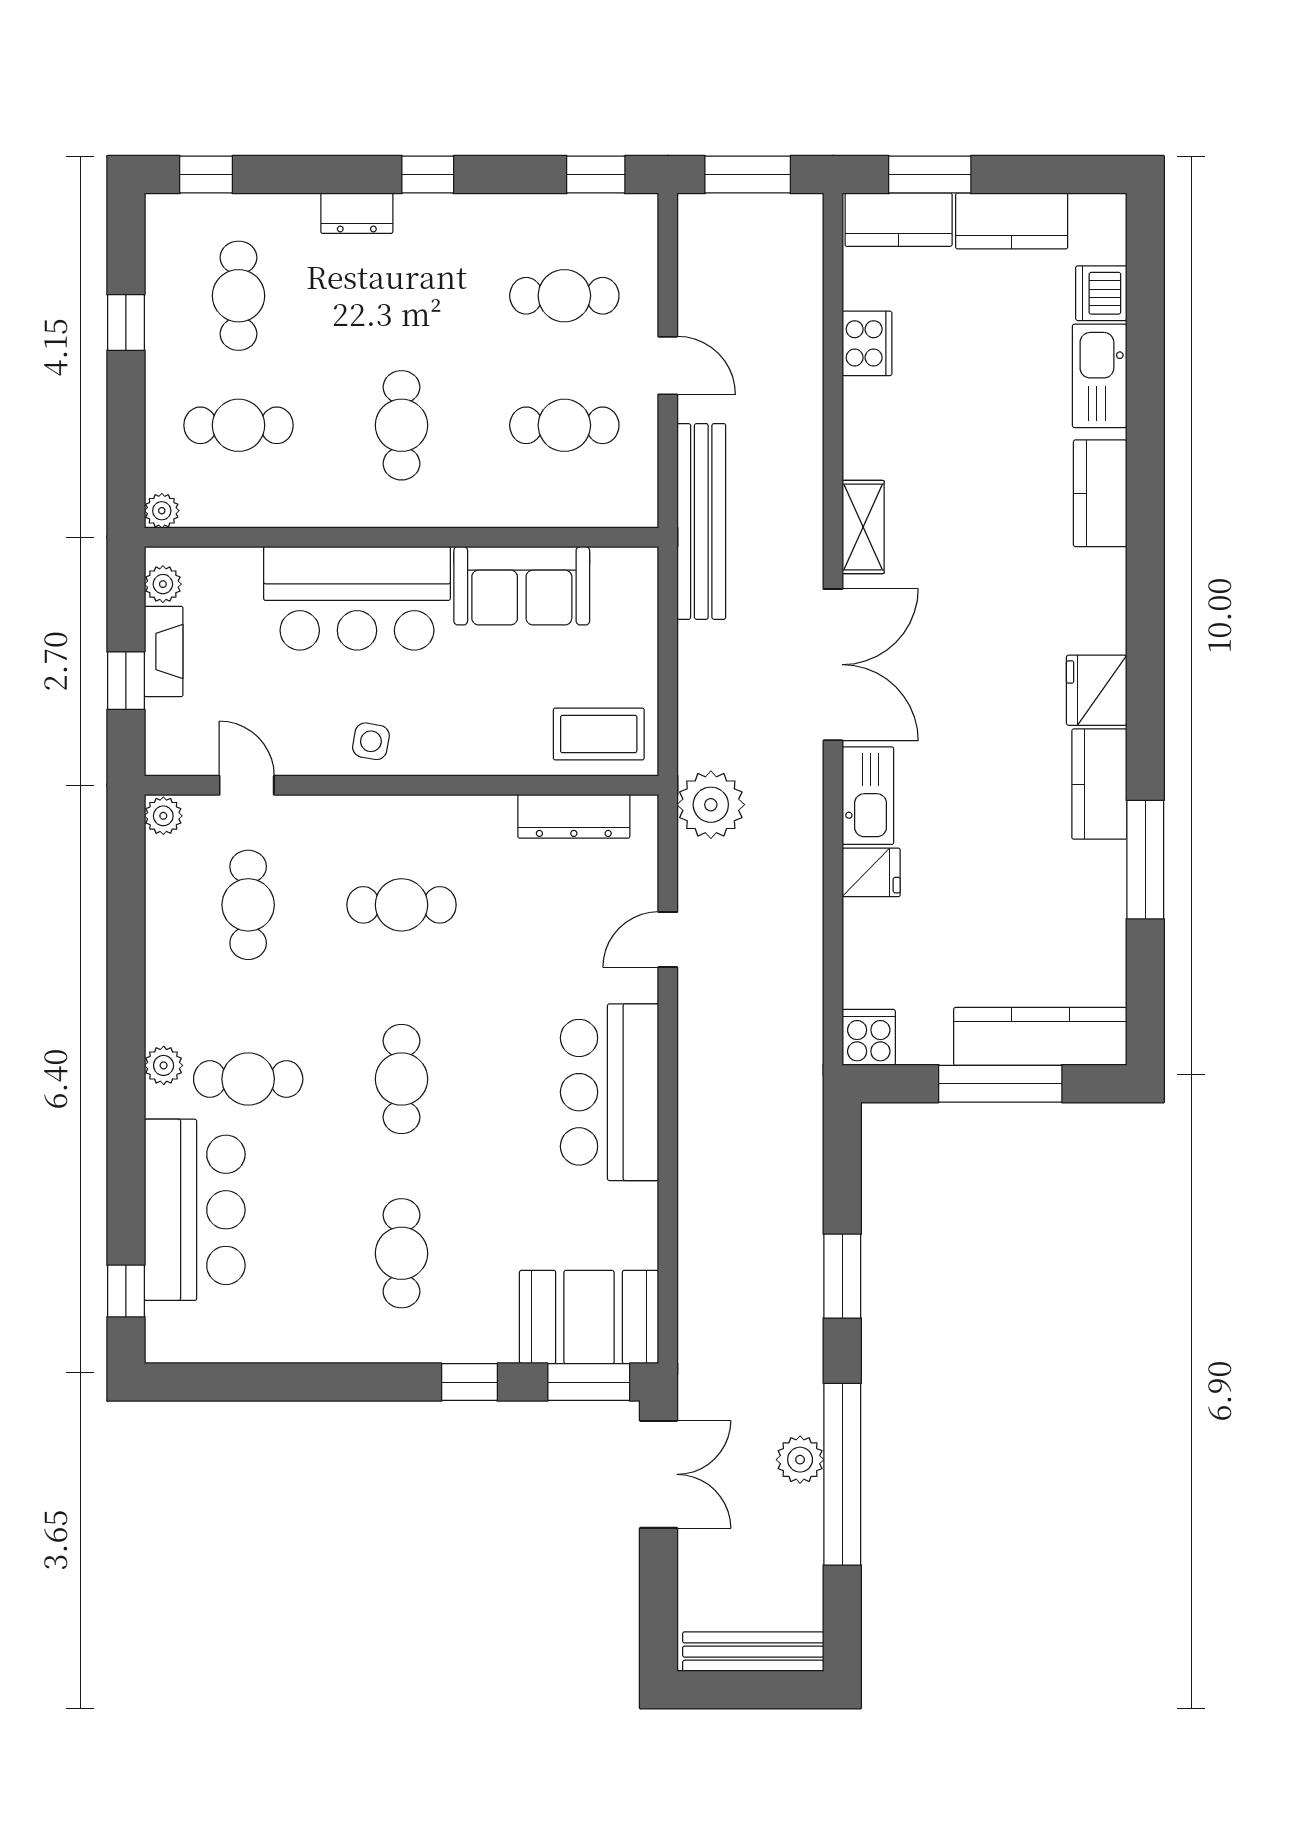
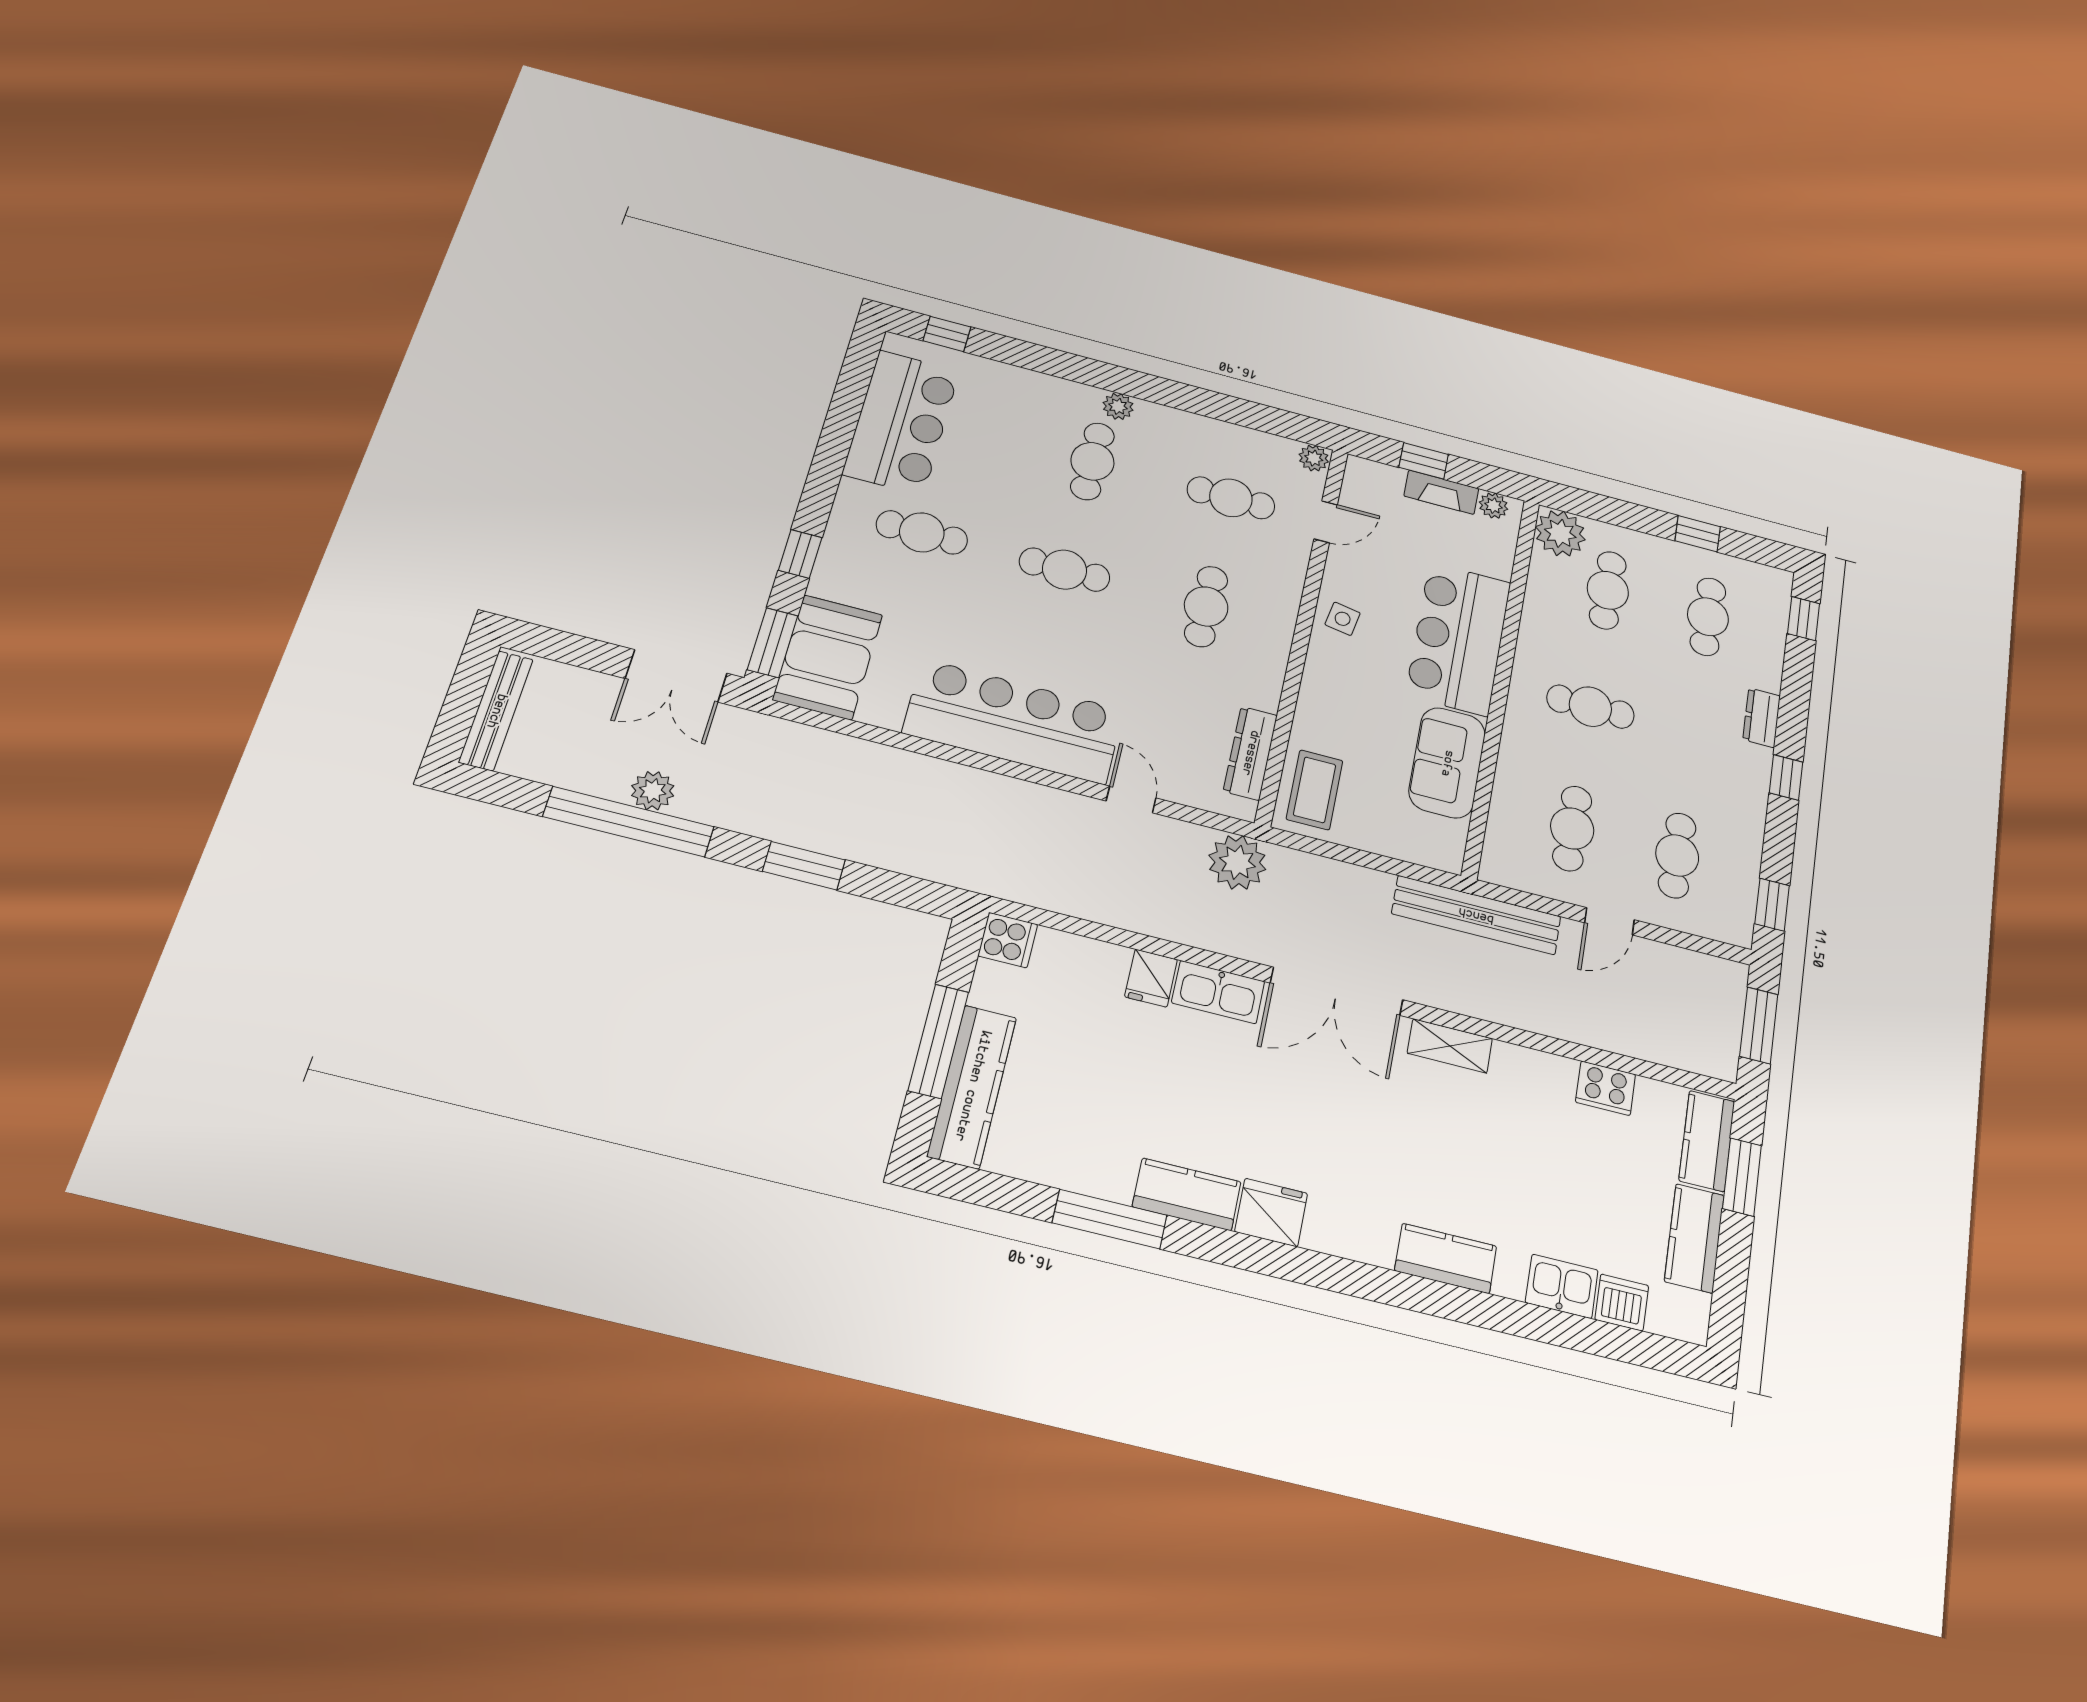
cafe table: (239, 296) -> (1708, 617), turned 90
kitchen sink: (1100, 376) -> (1562, 1286), width x0.73
plant: (162, 511) -> (1560, 533), width x1.88, depth x1.88
bar counter: (609, 1092) -> (1014, 721), width x1.36
bar counter: (195, 1210) -> (901, 422), moved, turned -90

